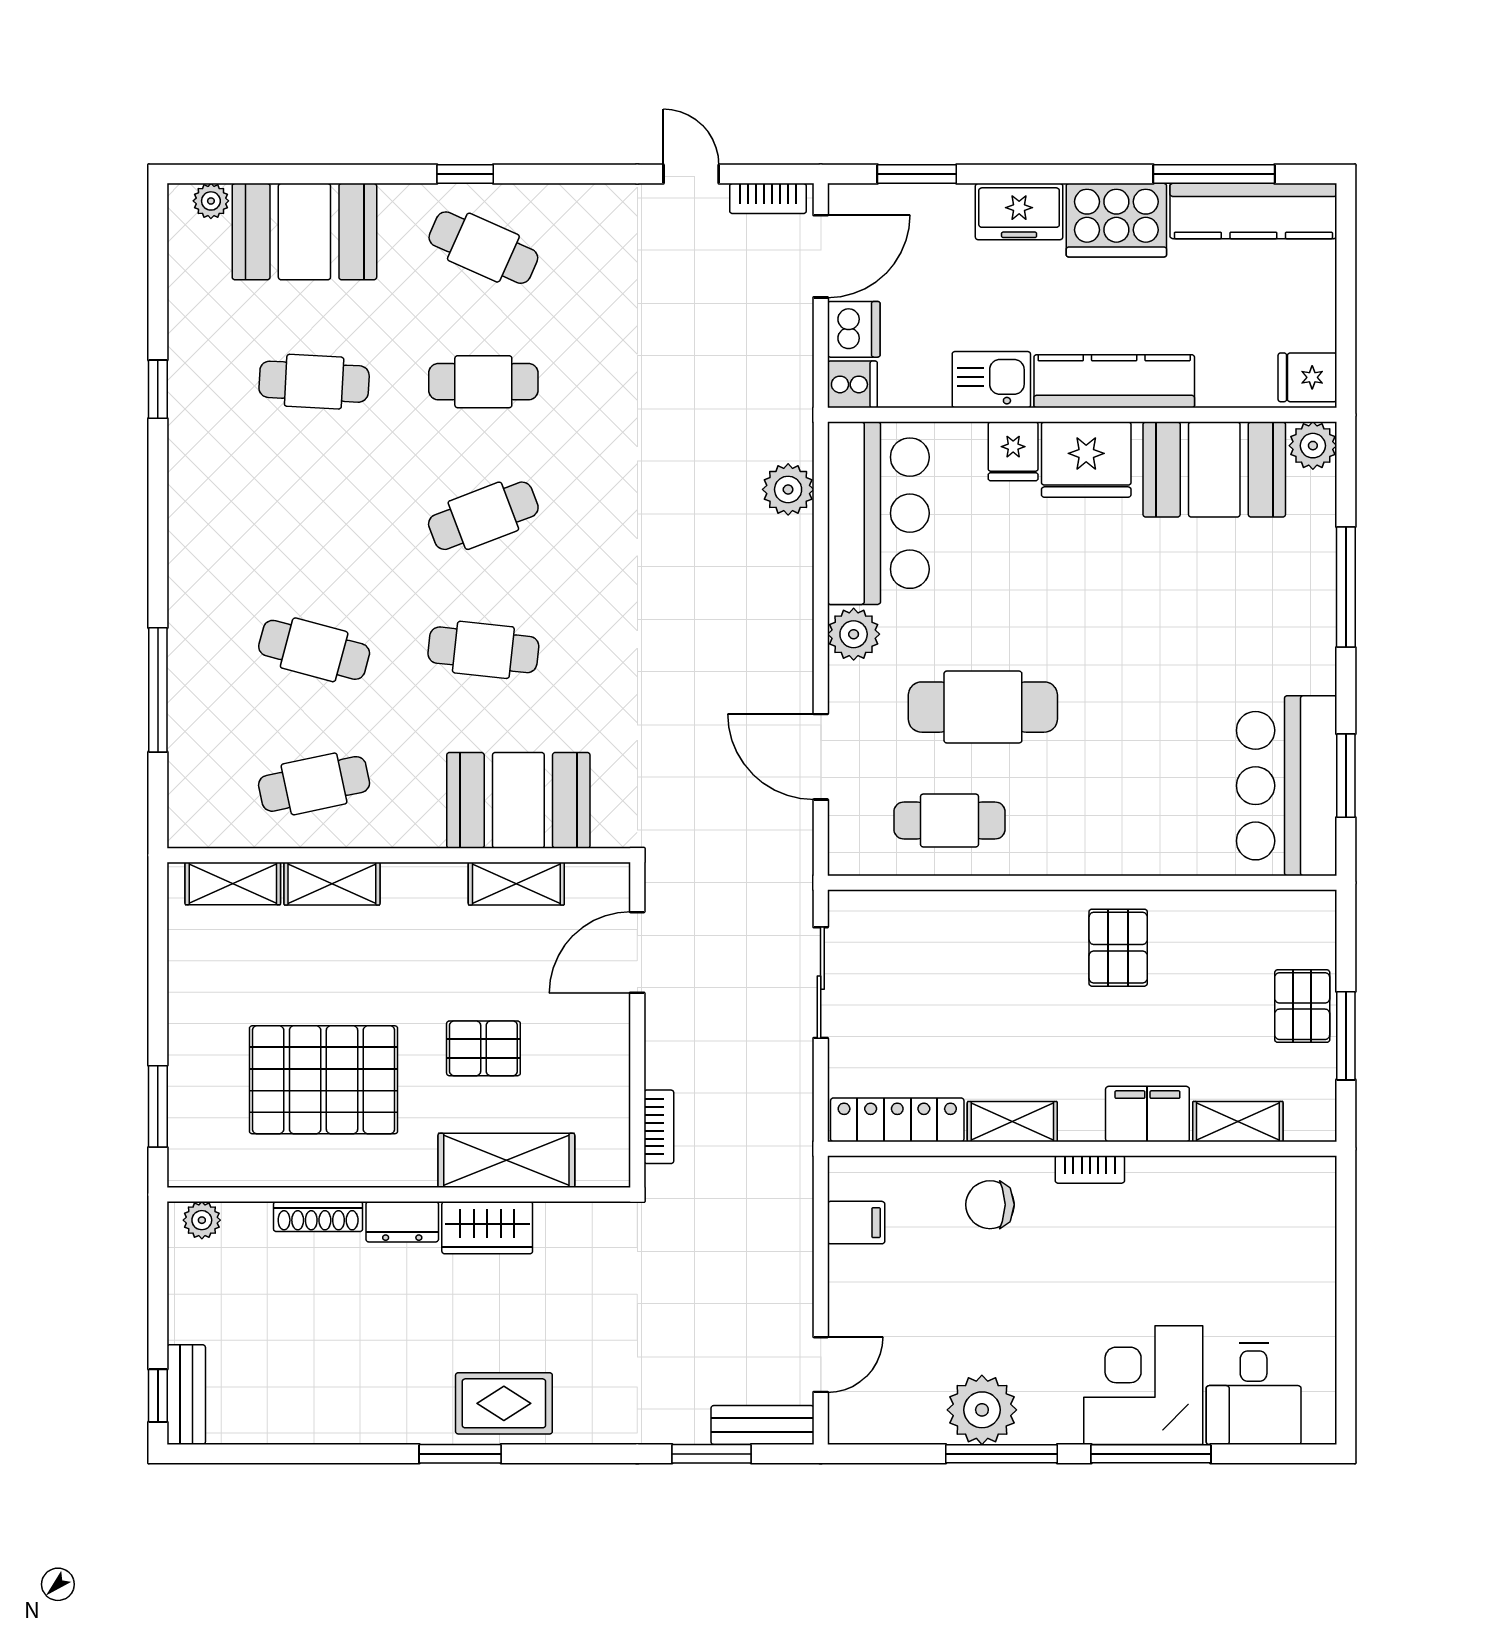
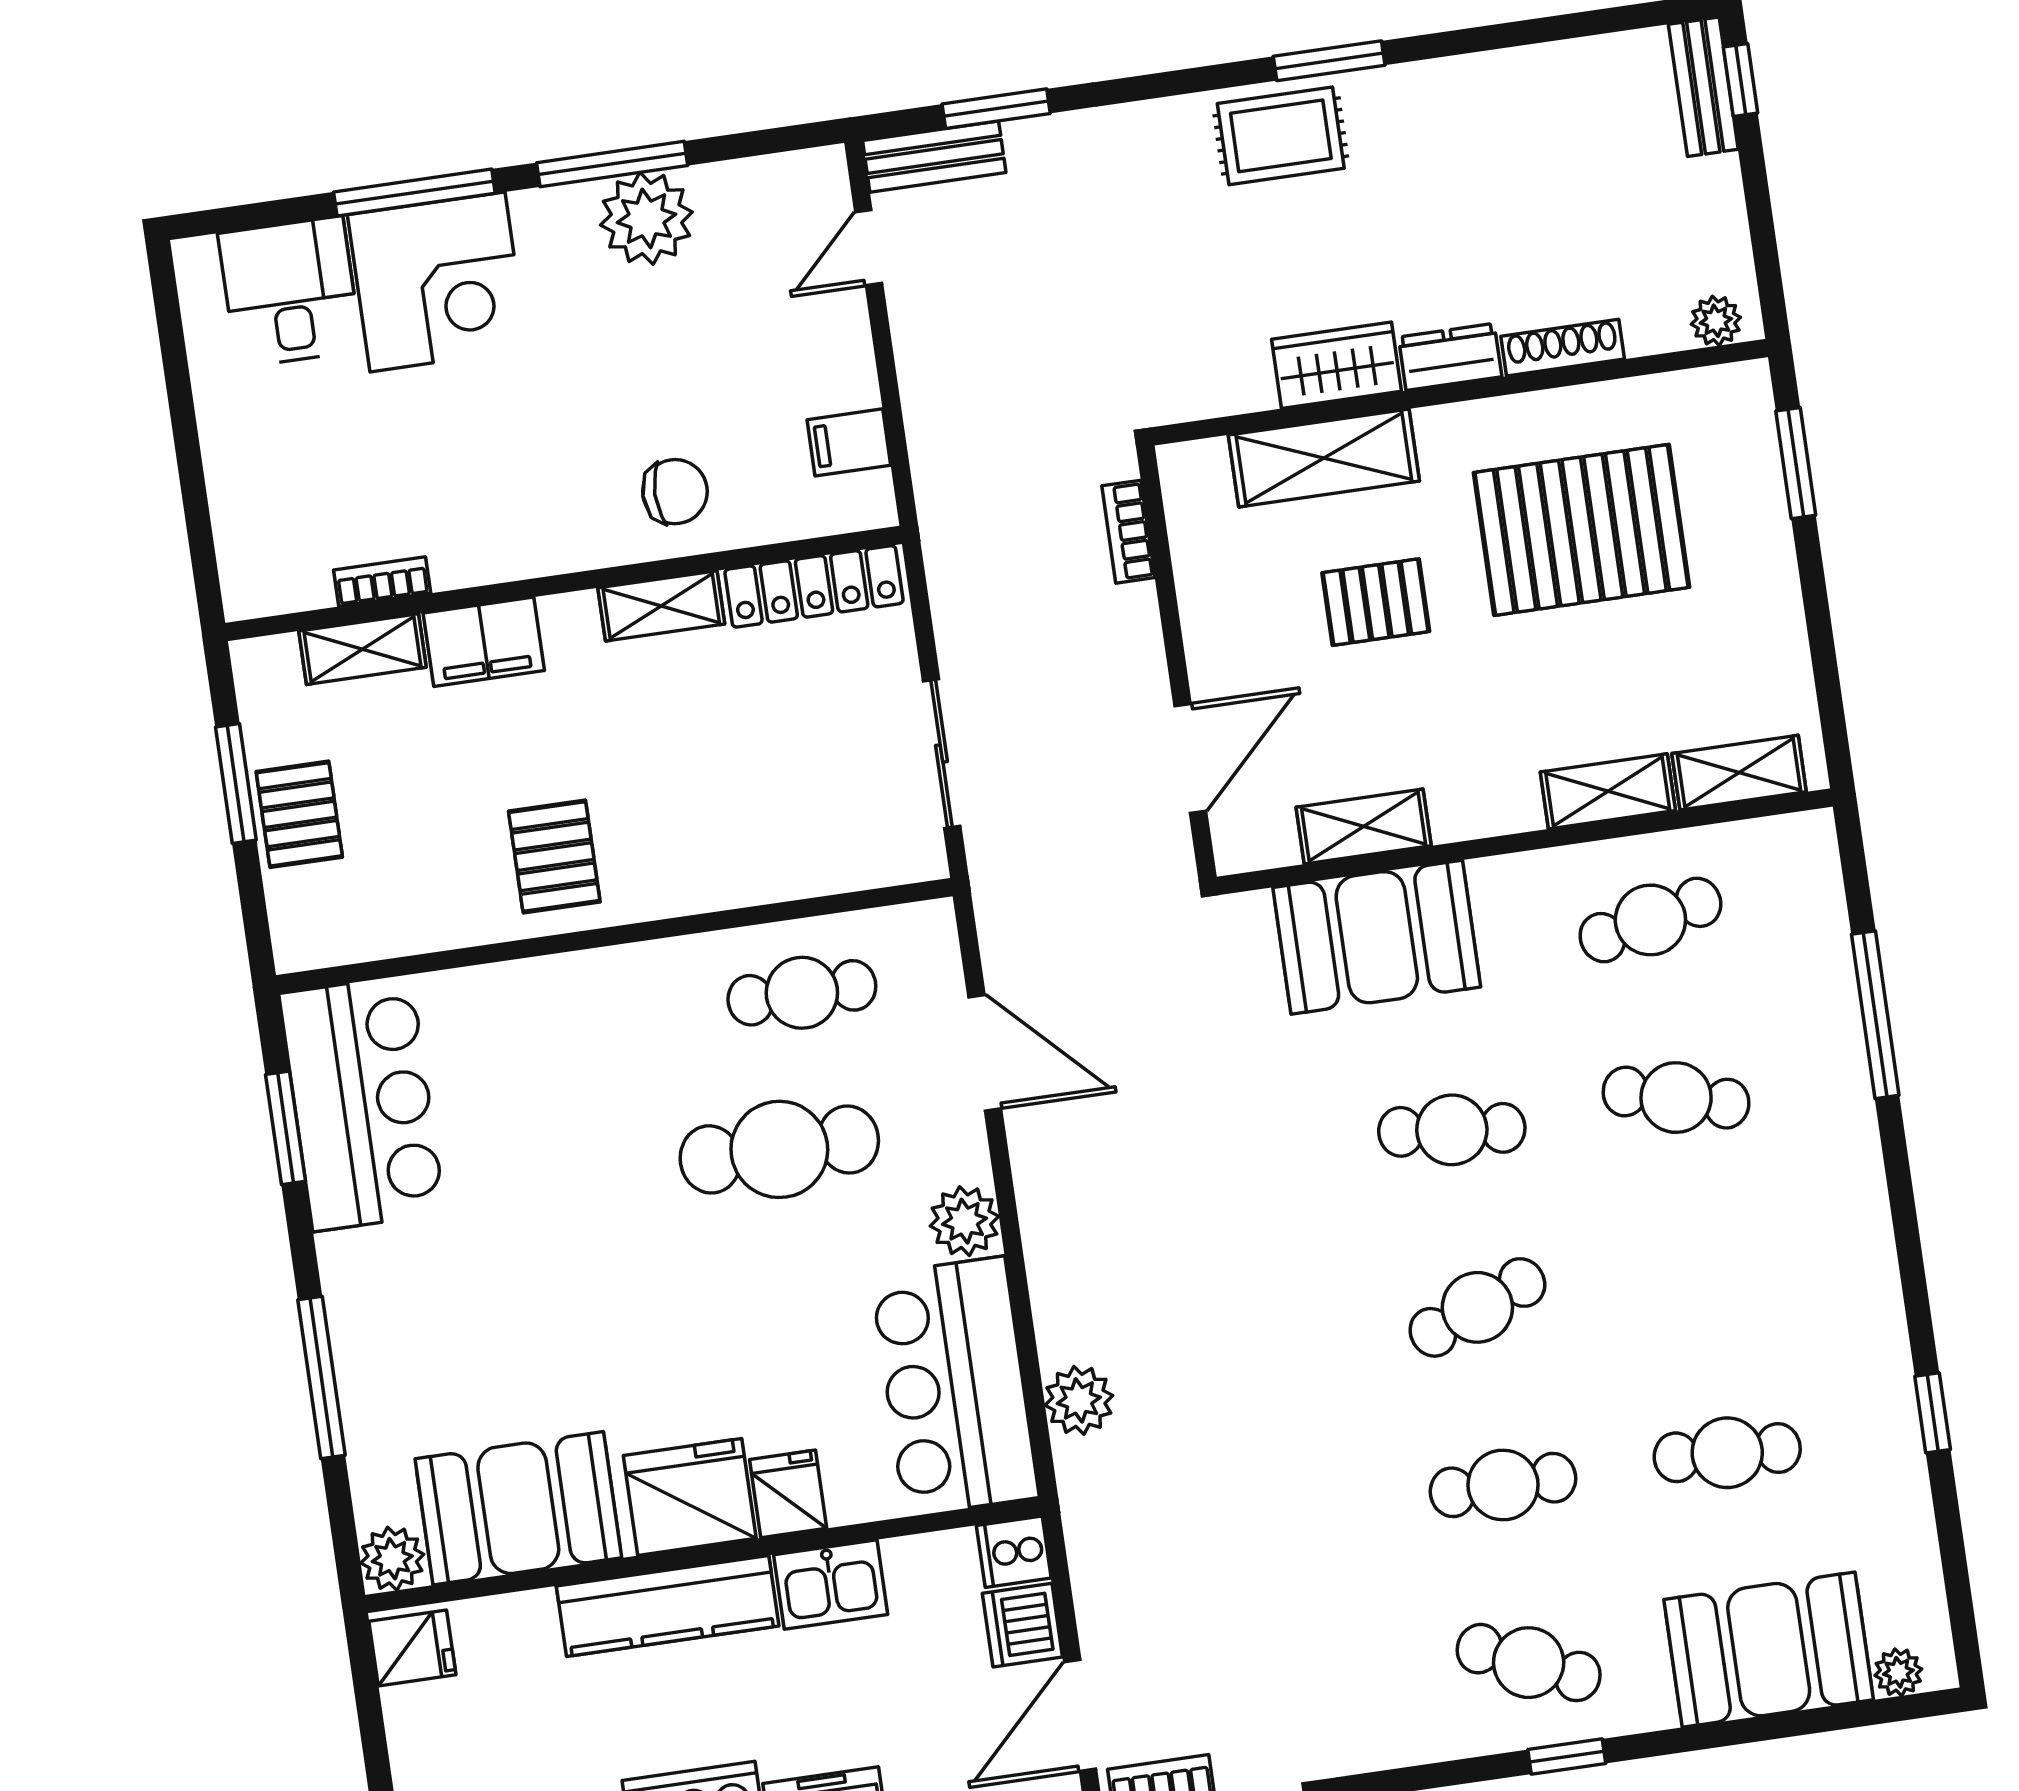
bookcase: (1090, 1169) -> (382, 582), moved

